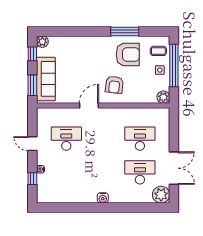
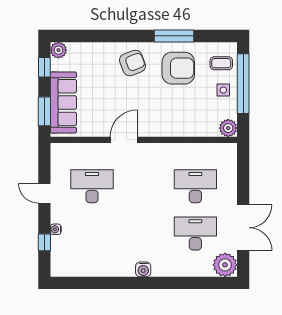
armchair: (114, 85) -> (133, 63), moved, turned -118

